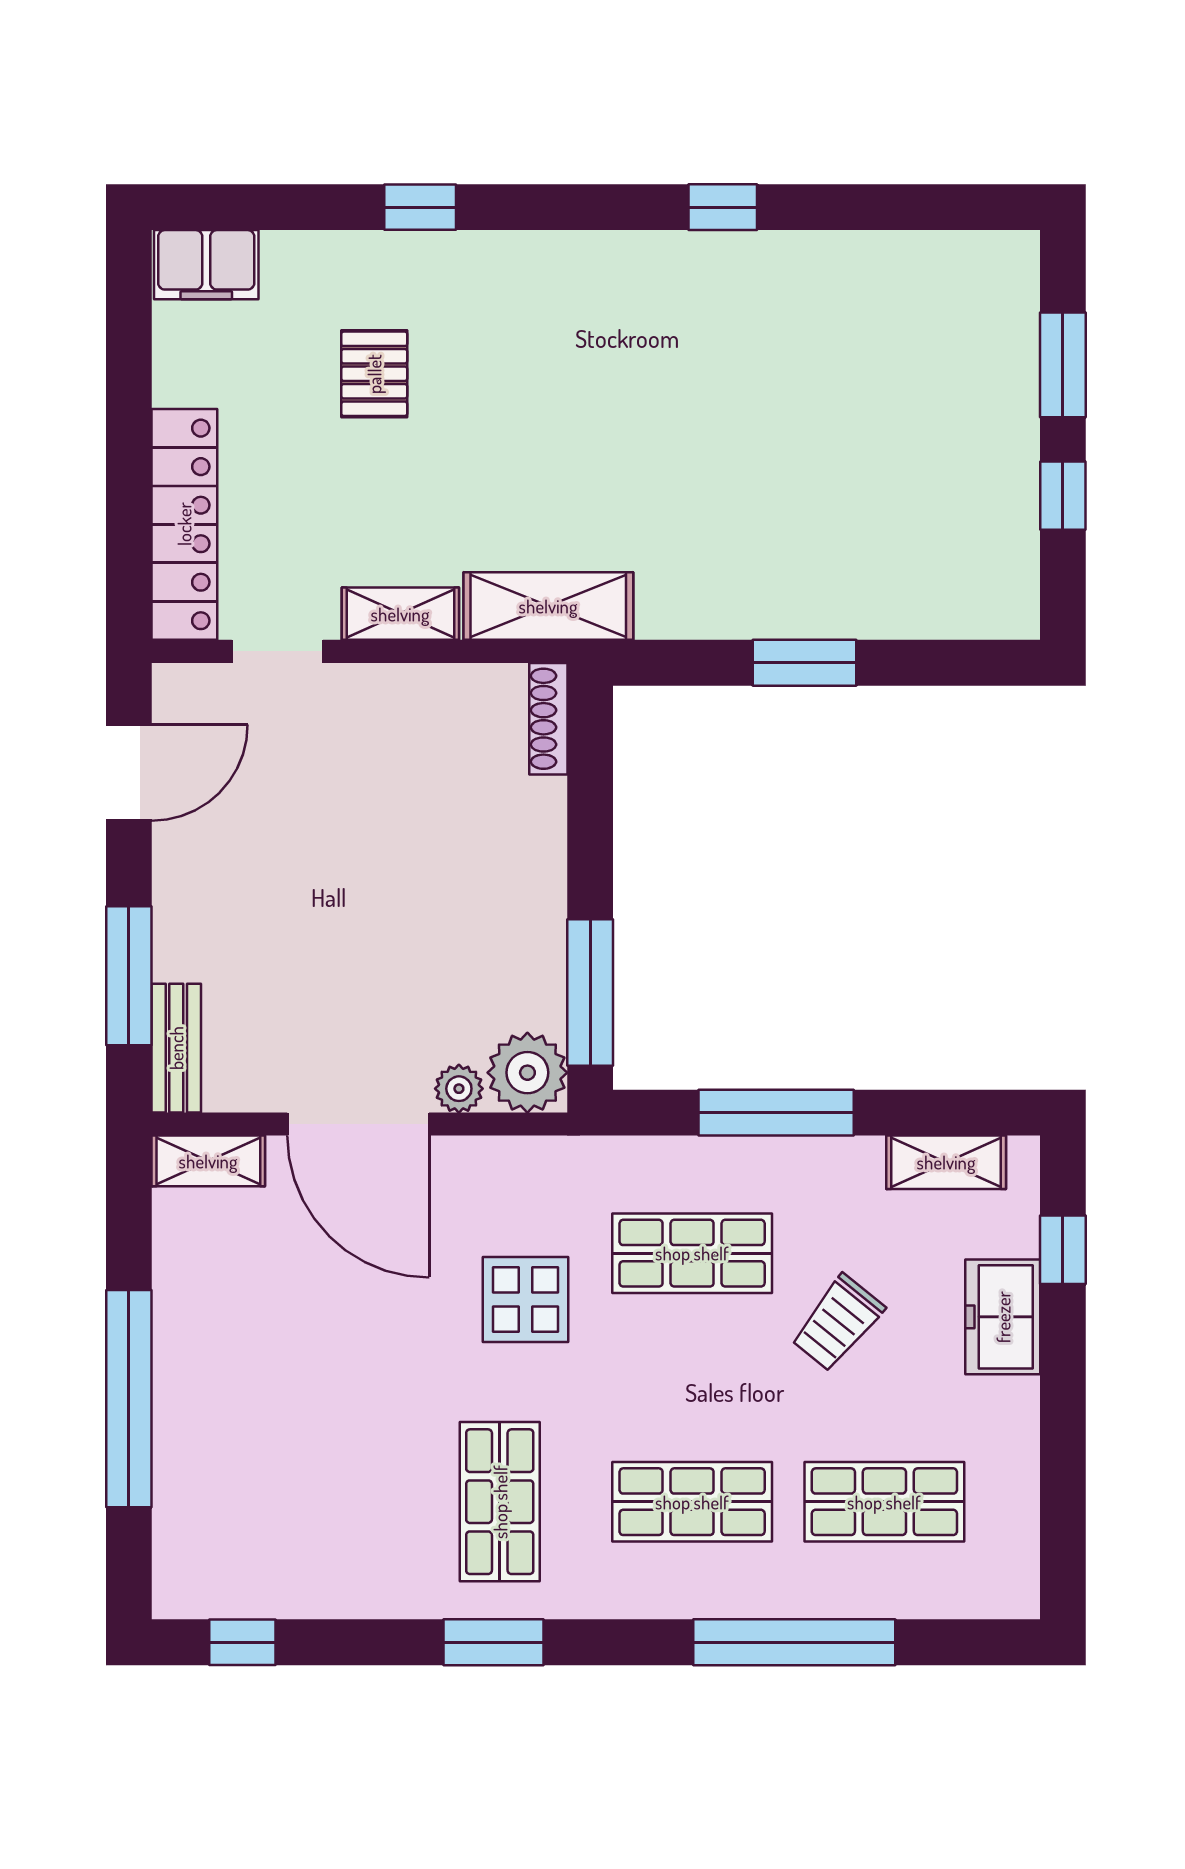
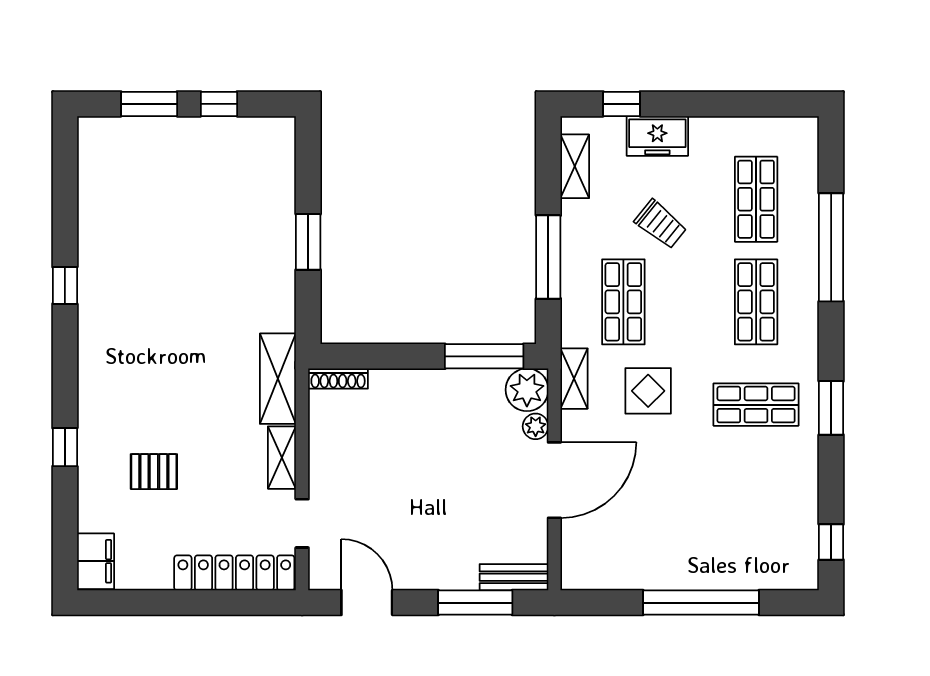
shelving: (208, 1161) -> (574, 379), moved

